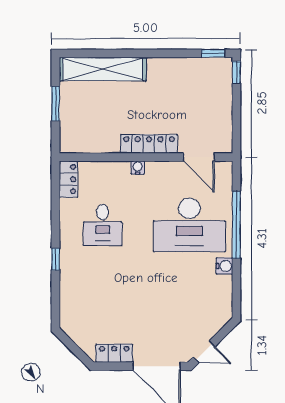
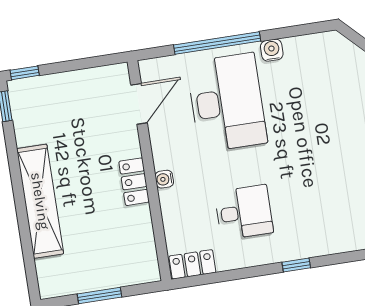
shelving: (103, 69) -> (40, 201), moved
locker: (149, 144) -> (134, 182), width x0.66

